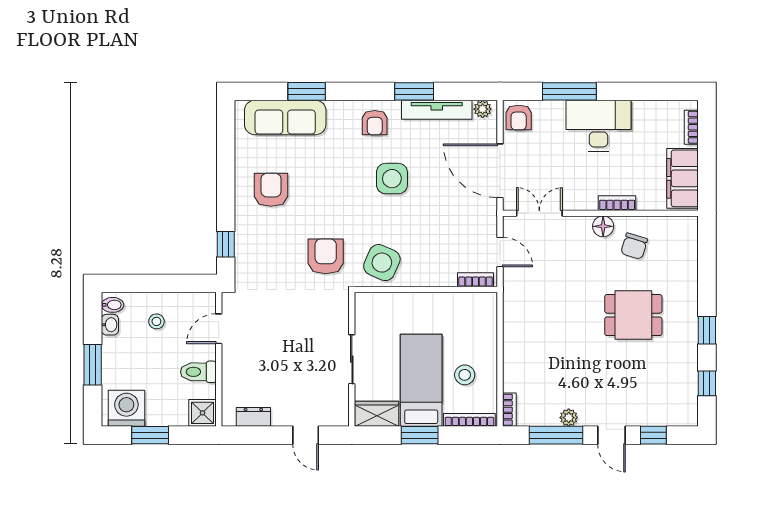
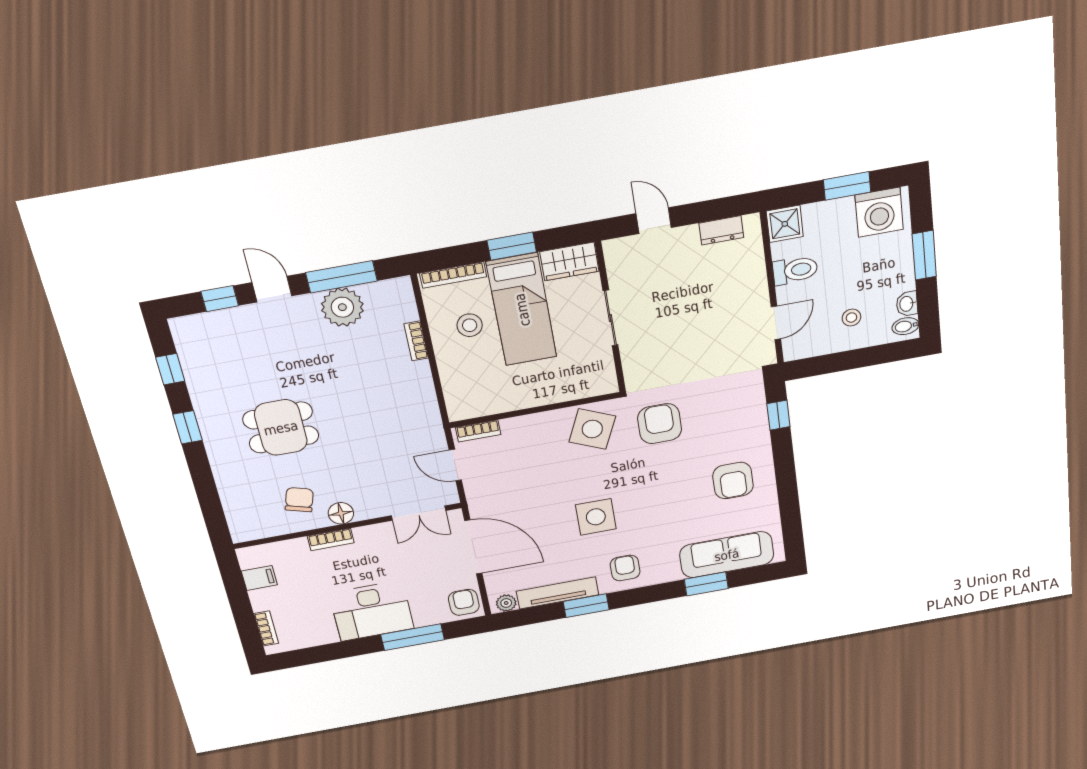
filing cabinet: (683, 178) -> (259, 578), width x0.33, depth x0.86
armchair: (326, 256) -> (660, 424), turned 180
bookcase: (509, 410) -> (416, 341), moved
plant: (569, 418) -> (342, 307), width x1.88, depth x1.88

